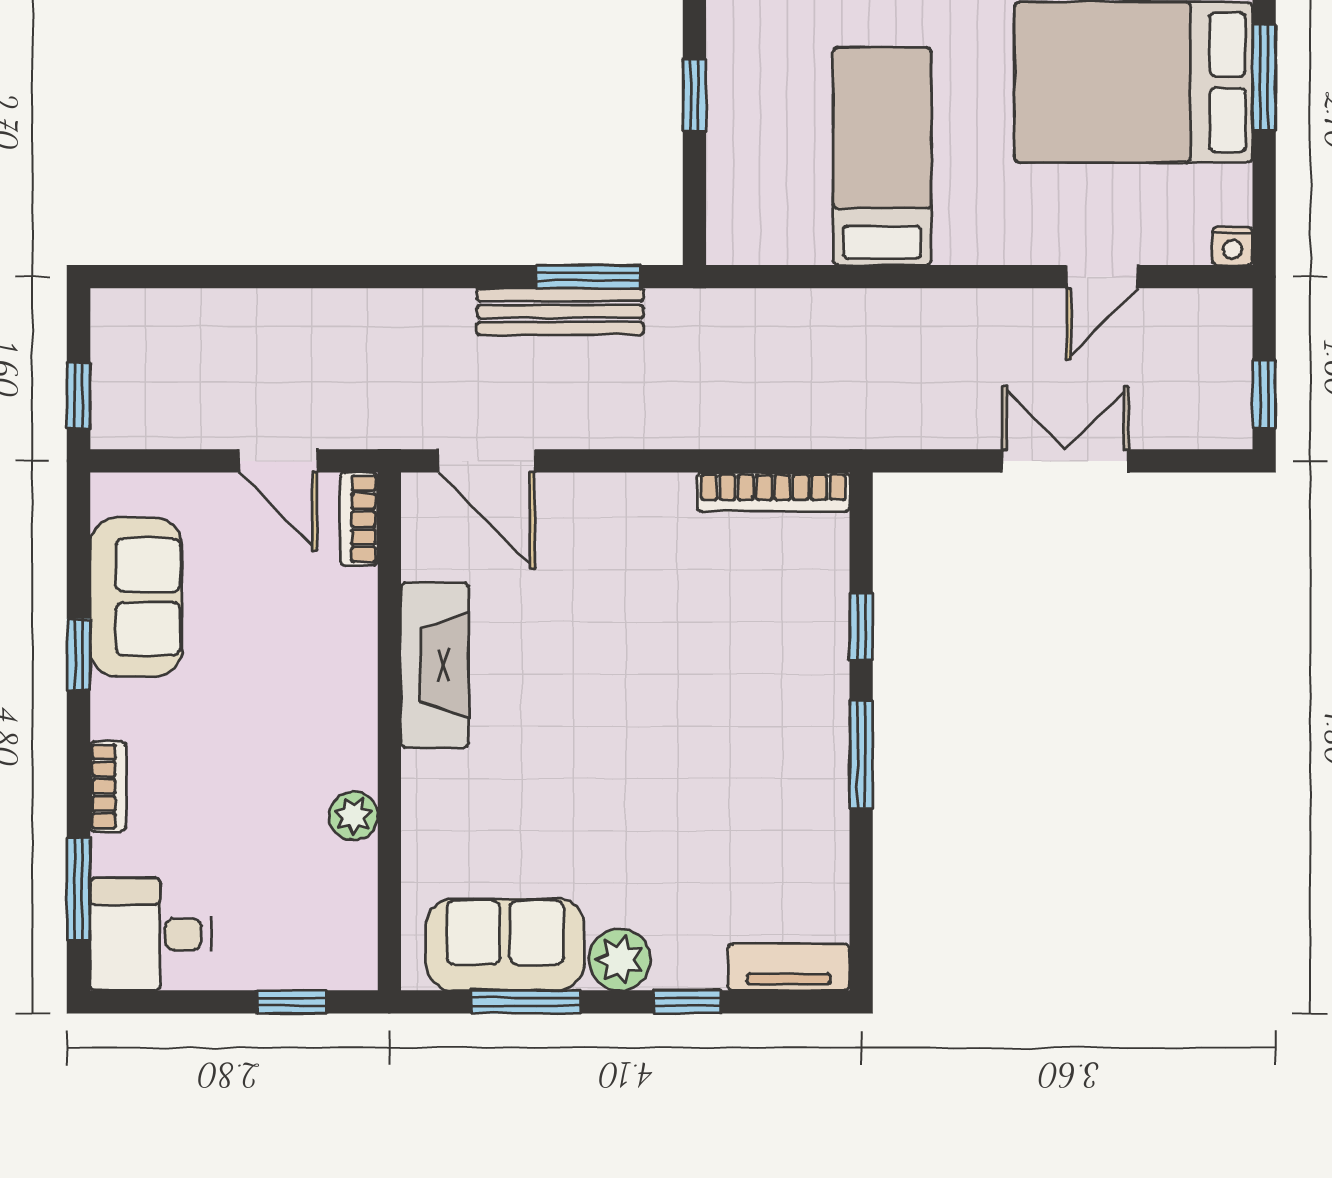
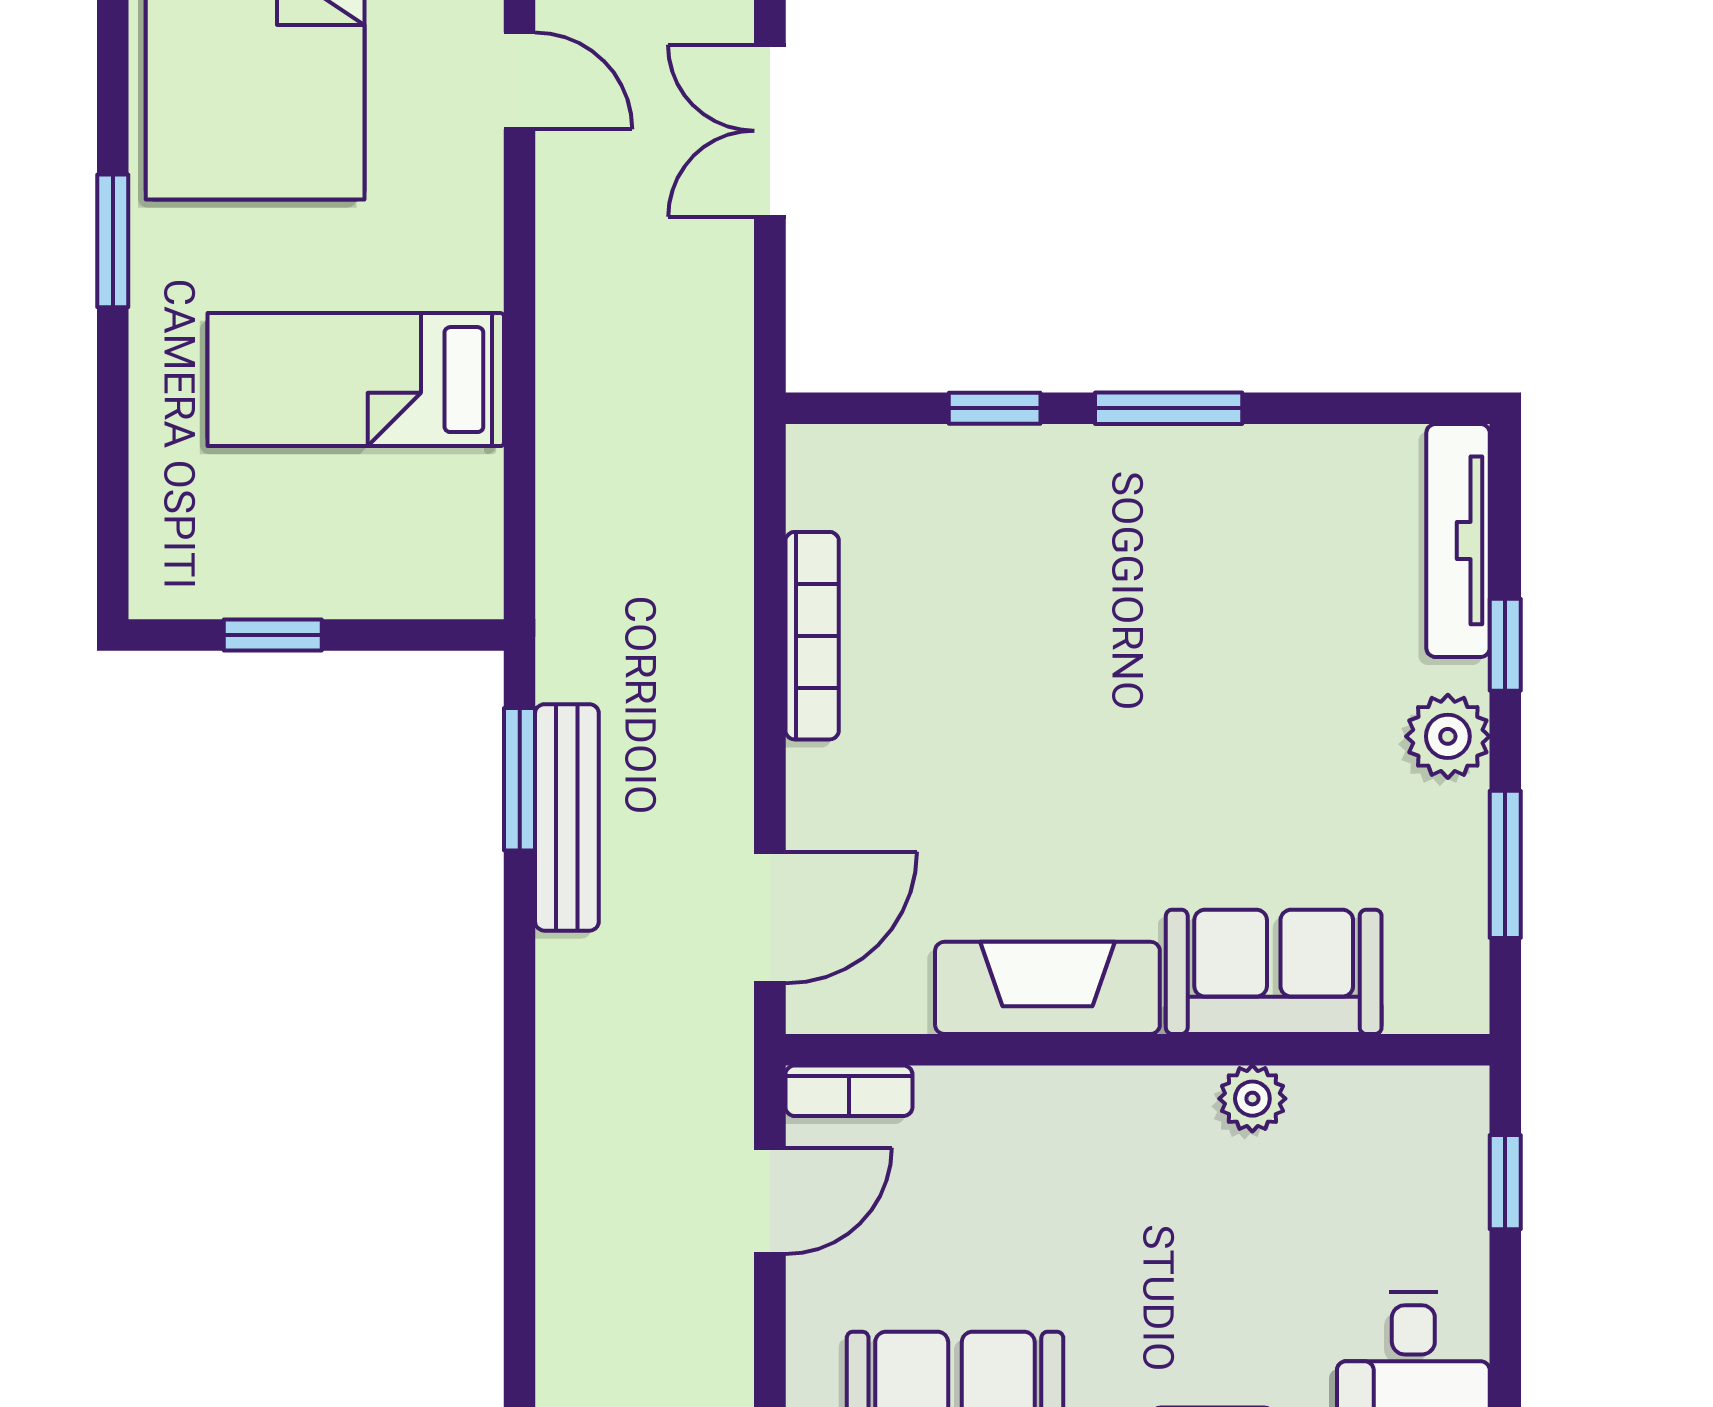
bookcase: (773, 492) -> (812, 636), moved
sofa: (505, 945) -> (1274, 972), moved, turned 90
tv unit: (789, 967) -> (1458, 540), width x1.41

